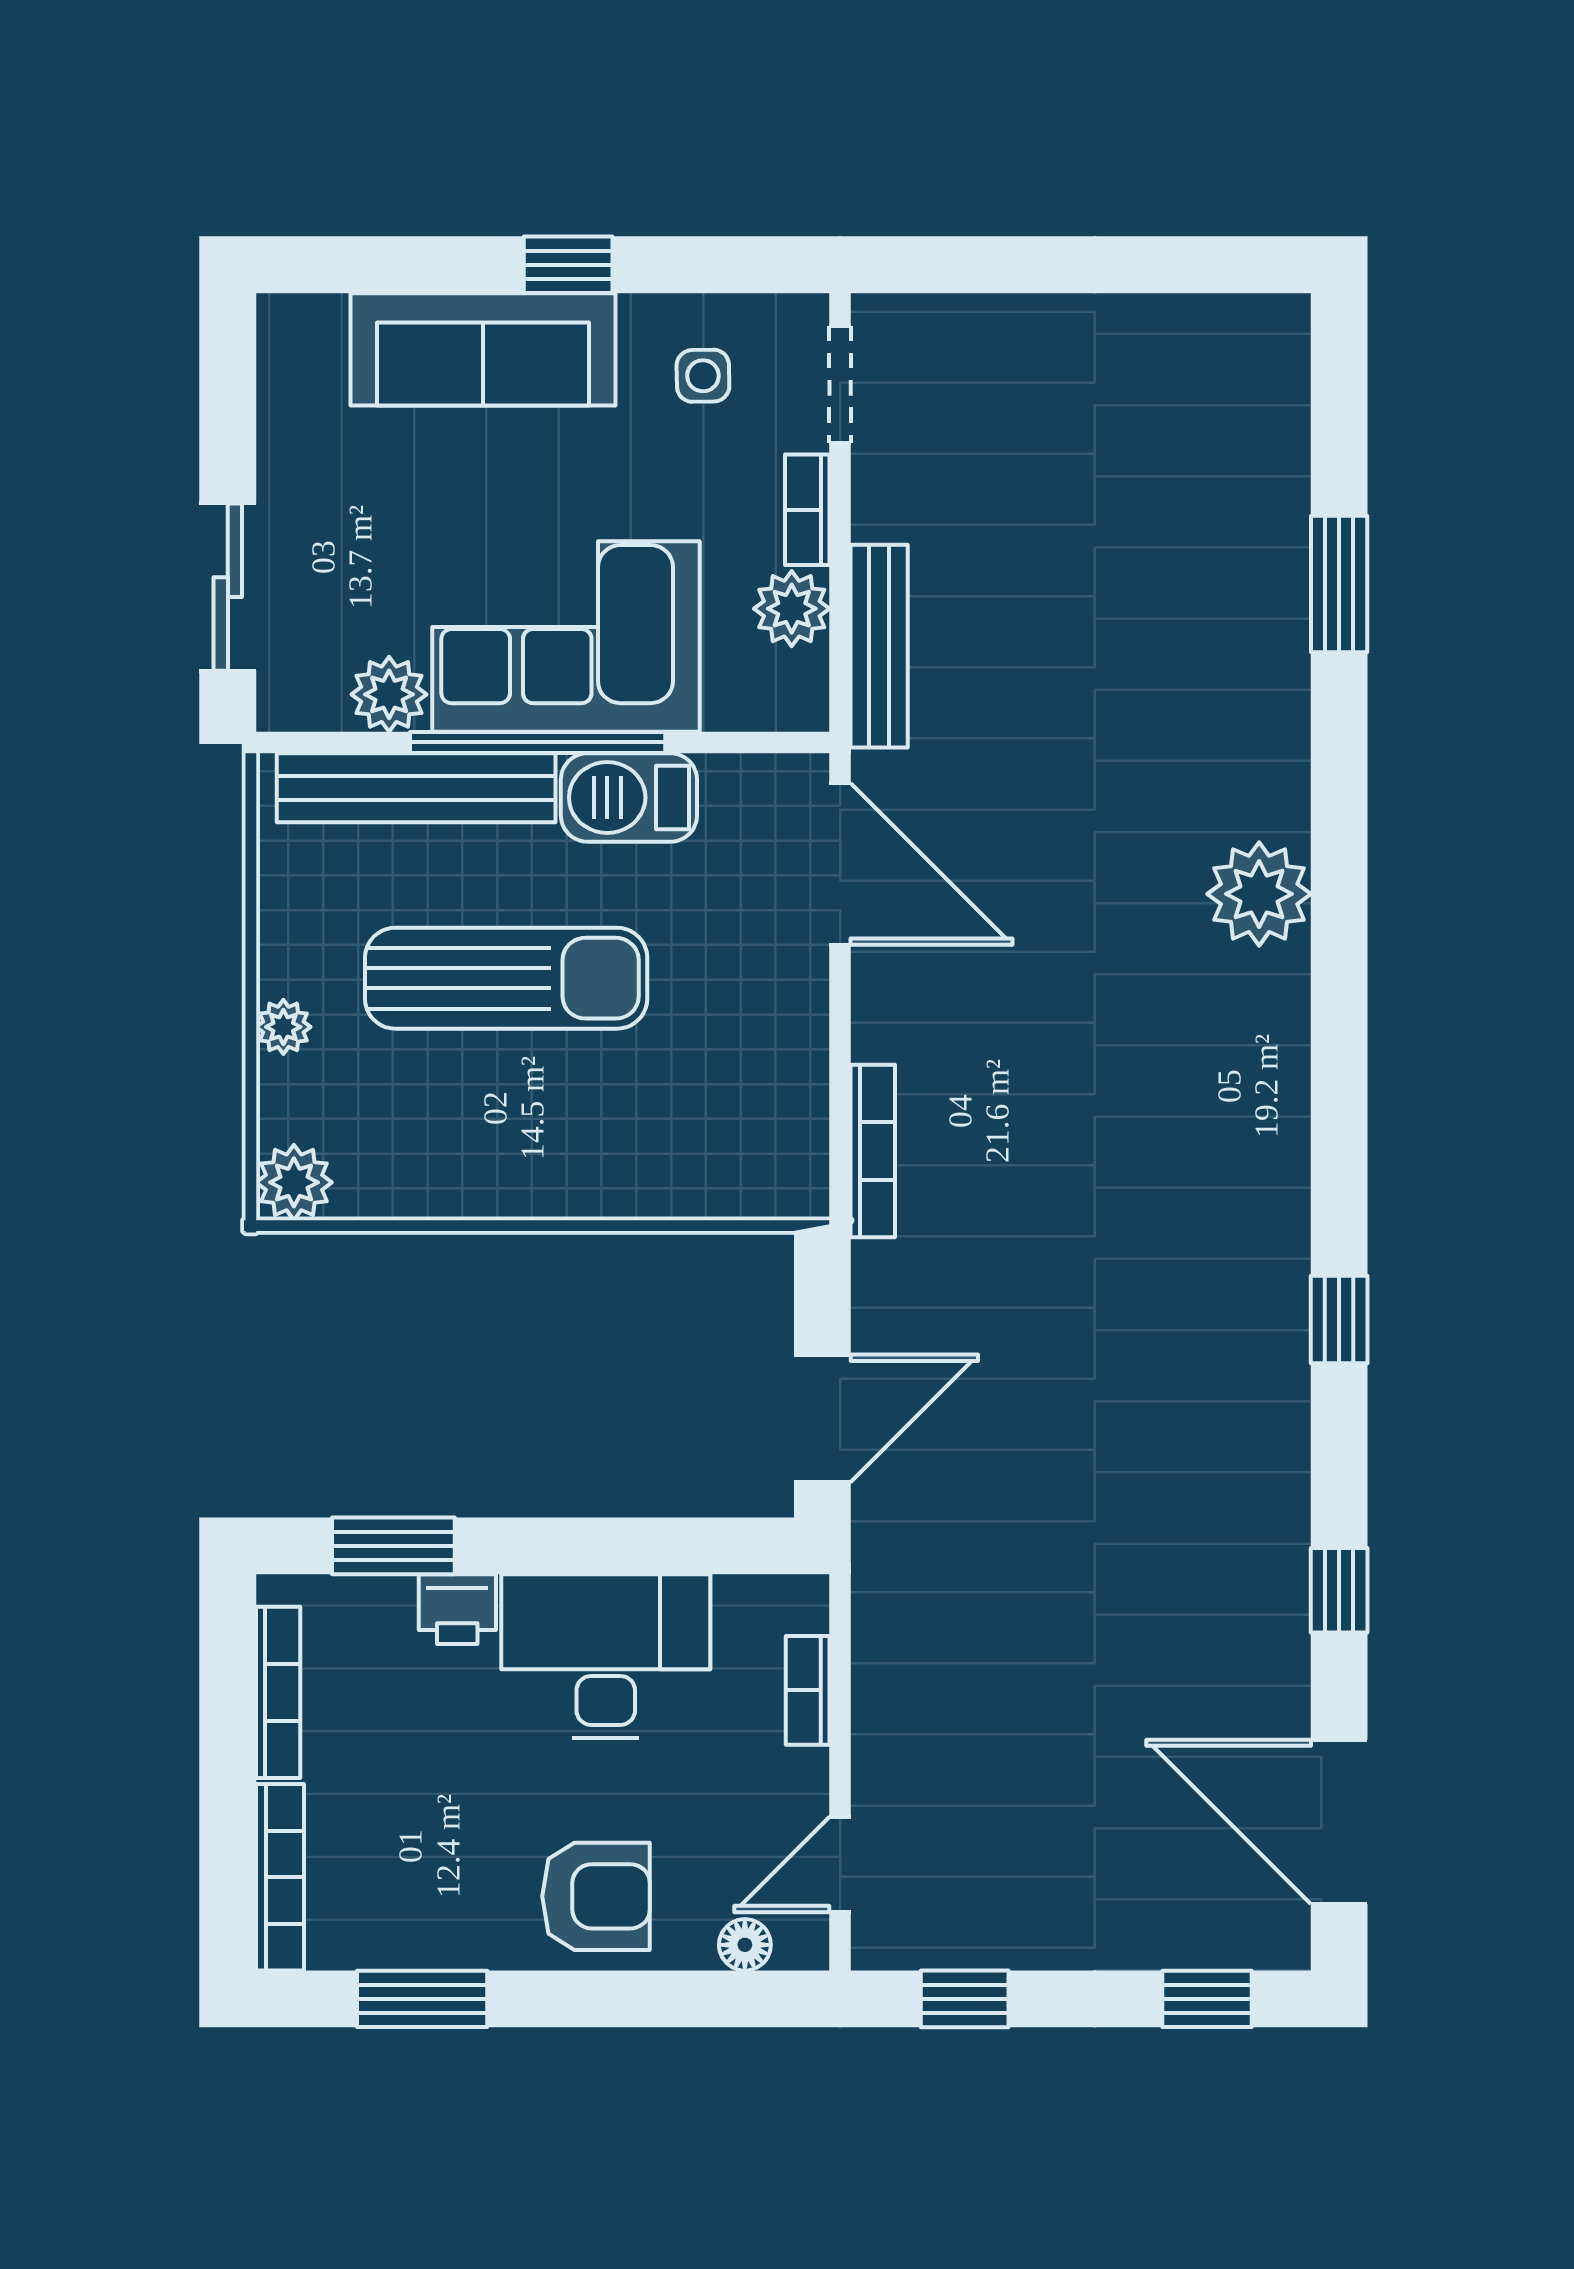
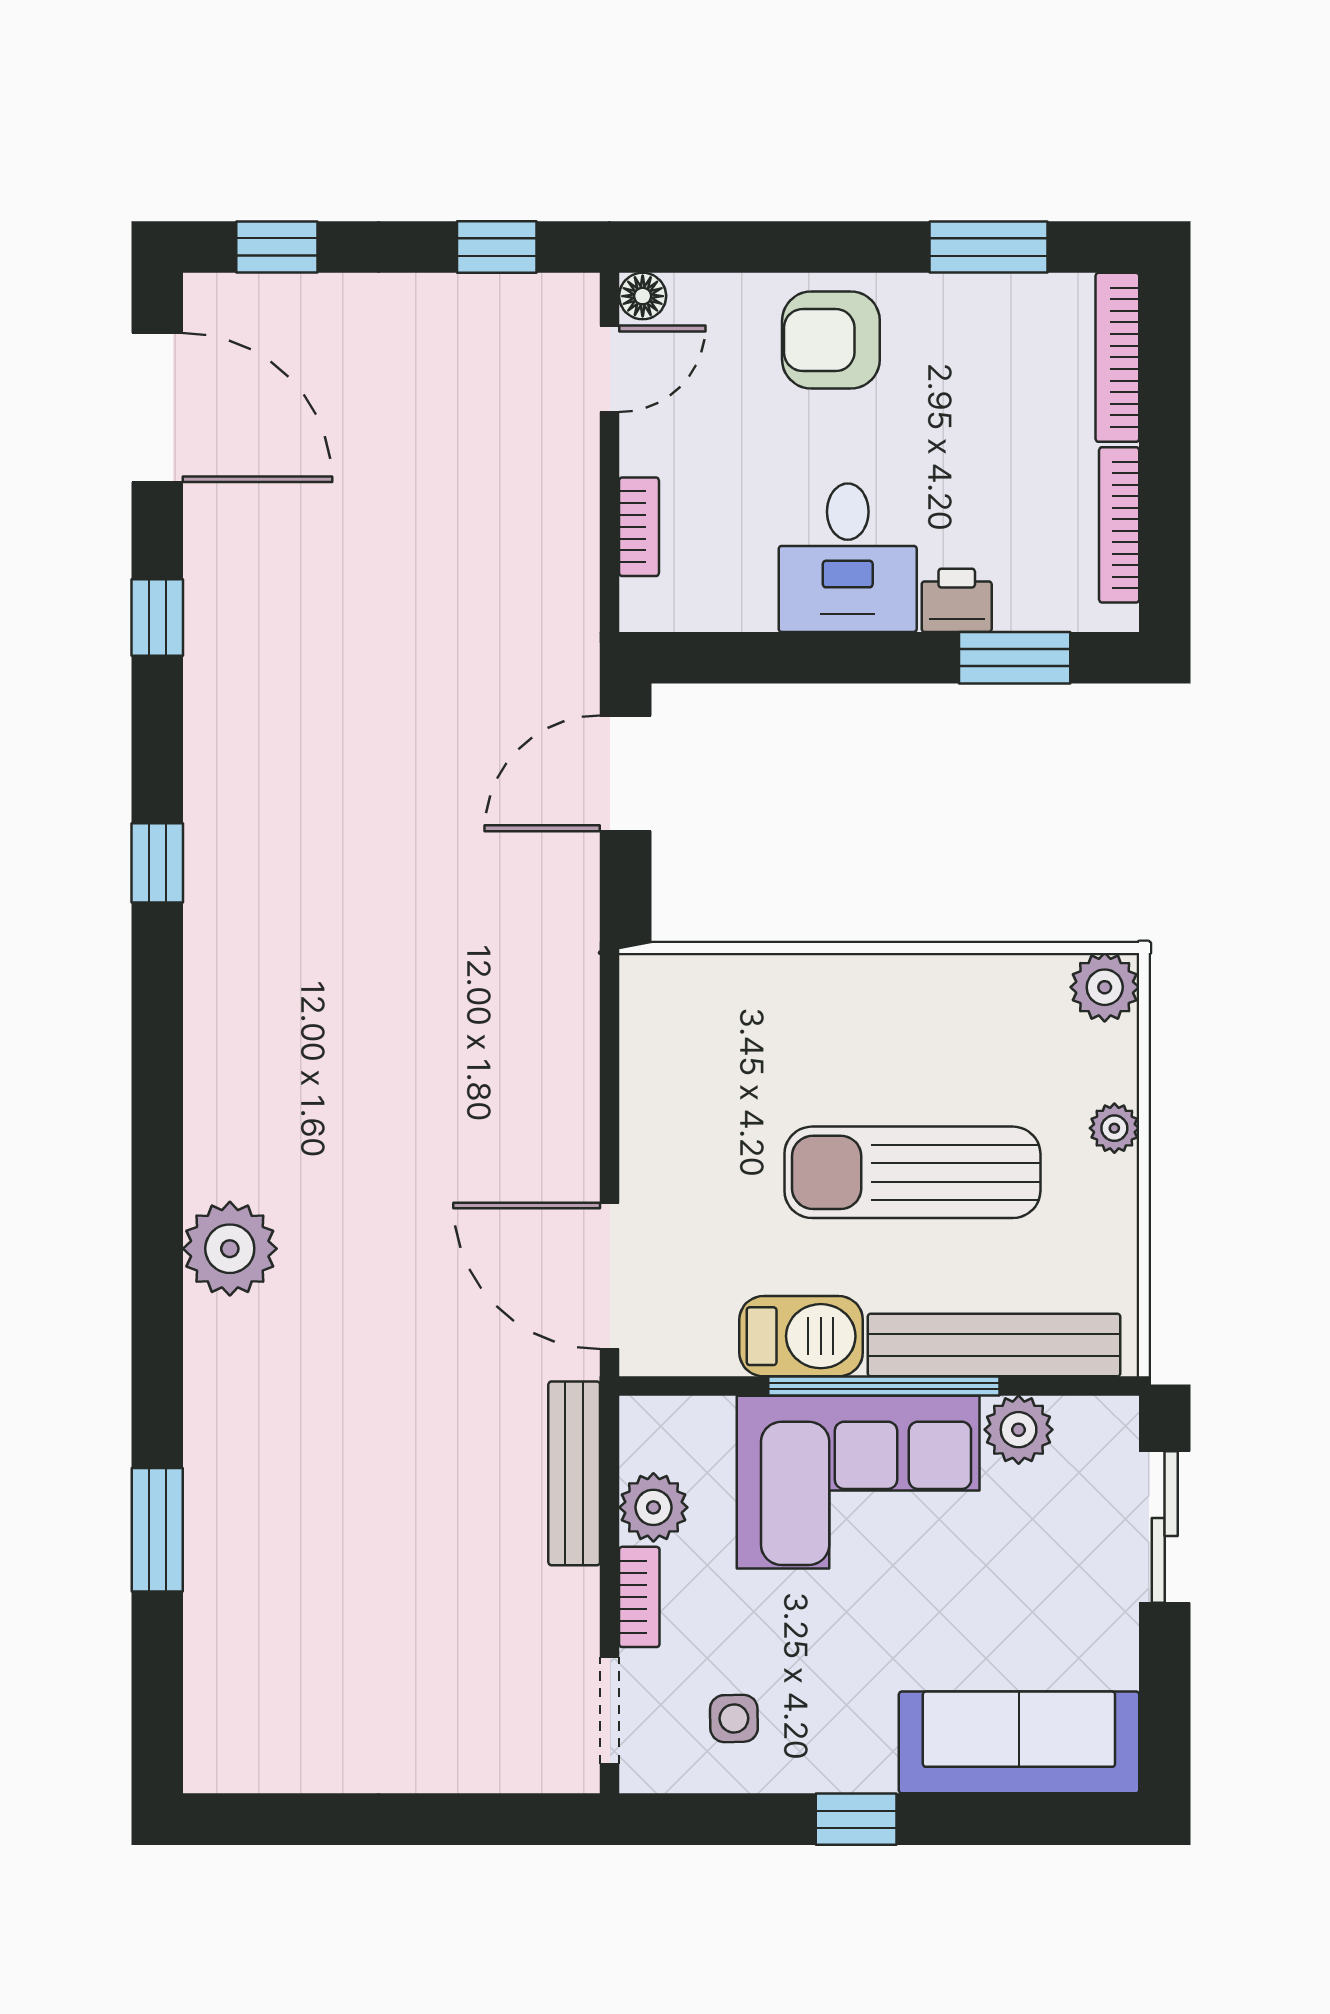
sofa: (483, 349) -> (1019, 1742), moved
bookcase: (873, 1151) -> (580, 1016), removed
desk: (606, 1656) -> (848, 558), width x0.73
floor lamp: (745, 1945) -> (643, 296), moved

